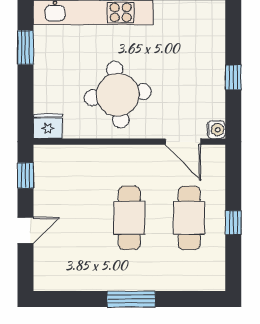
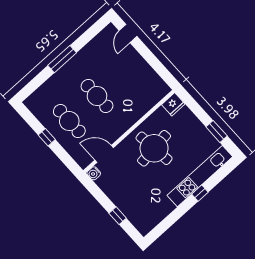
window: (233, 77) -> (118, 216), moved
window: (25, 176) -> (163, 72), removed
door: (25, 230) -> (128, 33), moved

